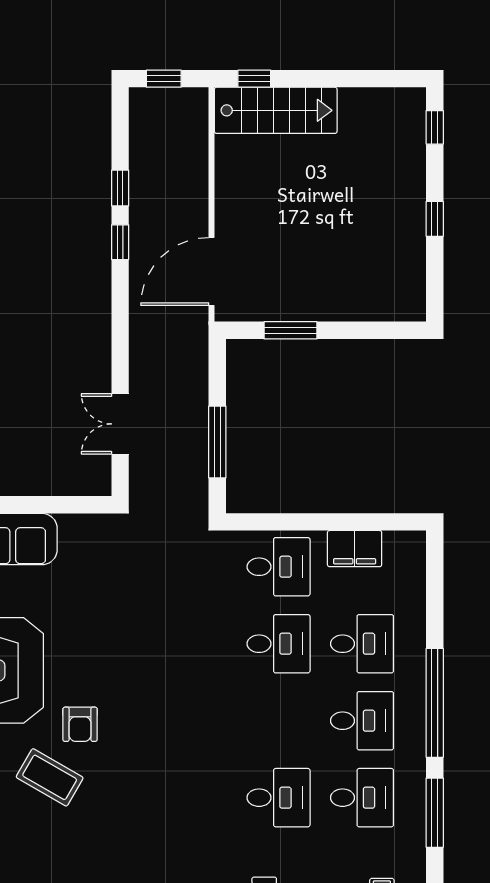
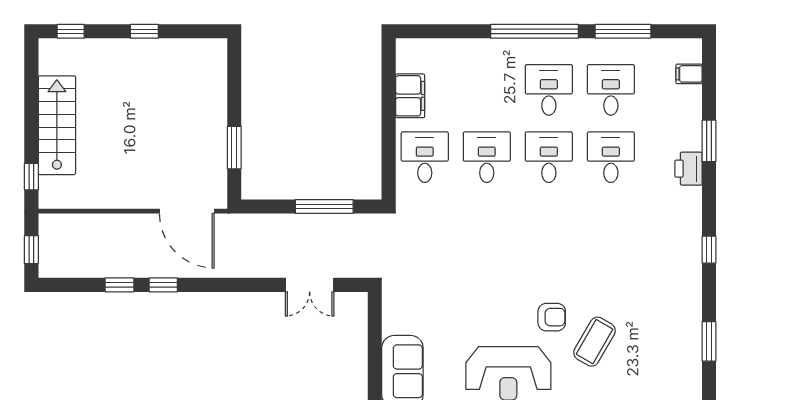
stairs: (276, 110) -> (57, 125), moved
desk: (362, 644) -> (549, 157), moved

